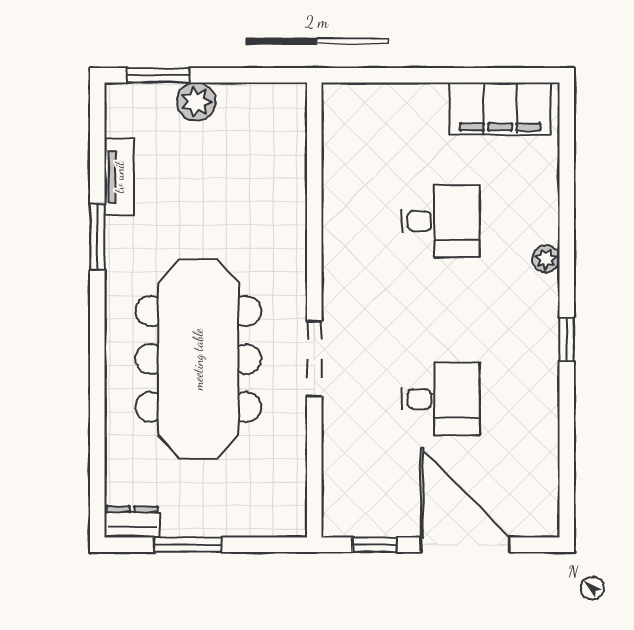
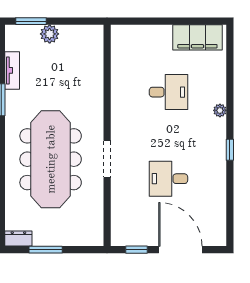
desk: (440, 399) -> (168, 179), turned 180

